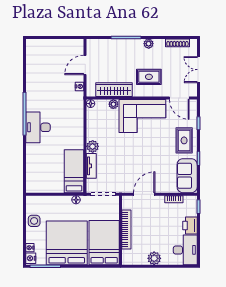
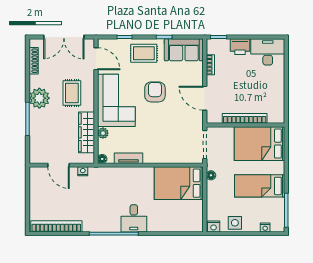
plant: (149, 44) -> (39, 98), width x1.88, depth x1.88
bookcase: (31, 63) -> (56, 226), added
double door: (198, 70) -> (64, 37), width x1.37
door: (179, 98) -> (96, 59), hinge flipped
desk: (38, 127) -> (134, 218), width x0.73
plant: (93, 146) -> (151, 157), removed
armchair: (150, 150) -> (155, 92), added
tv unit: (91, 166) -> (129, 158), moved
bed: (74, 171) -> (179, 183), width x1.50
bed: (67, 243) -> (260, 186), width x0.49
nightstand: (31, 258) -> (214, 227), moved
plant: (154, 258) -> (277, 87), removed

